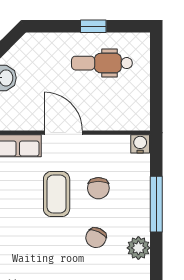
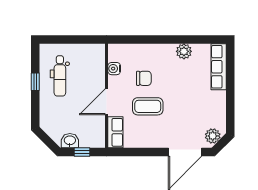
water cooler: (140, 144) -> (114, 69), moved
window: (156, 204) -> (155, 39), removed
chair: (96, 238) -> (177, 80), removed

